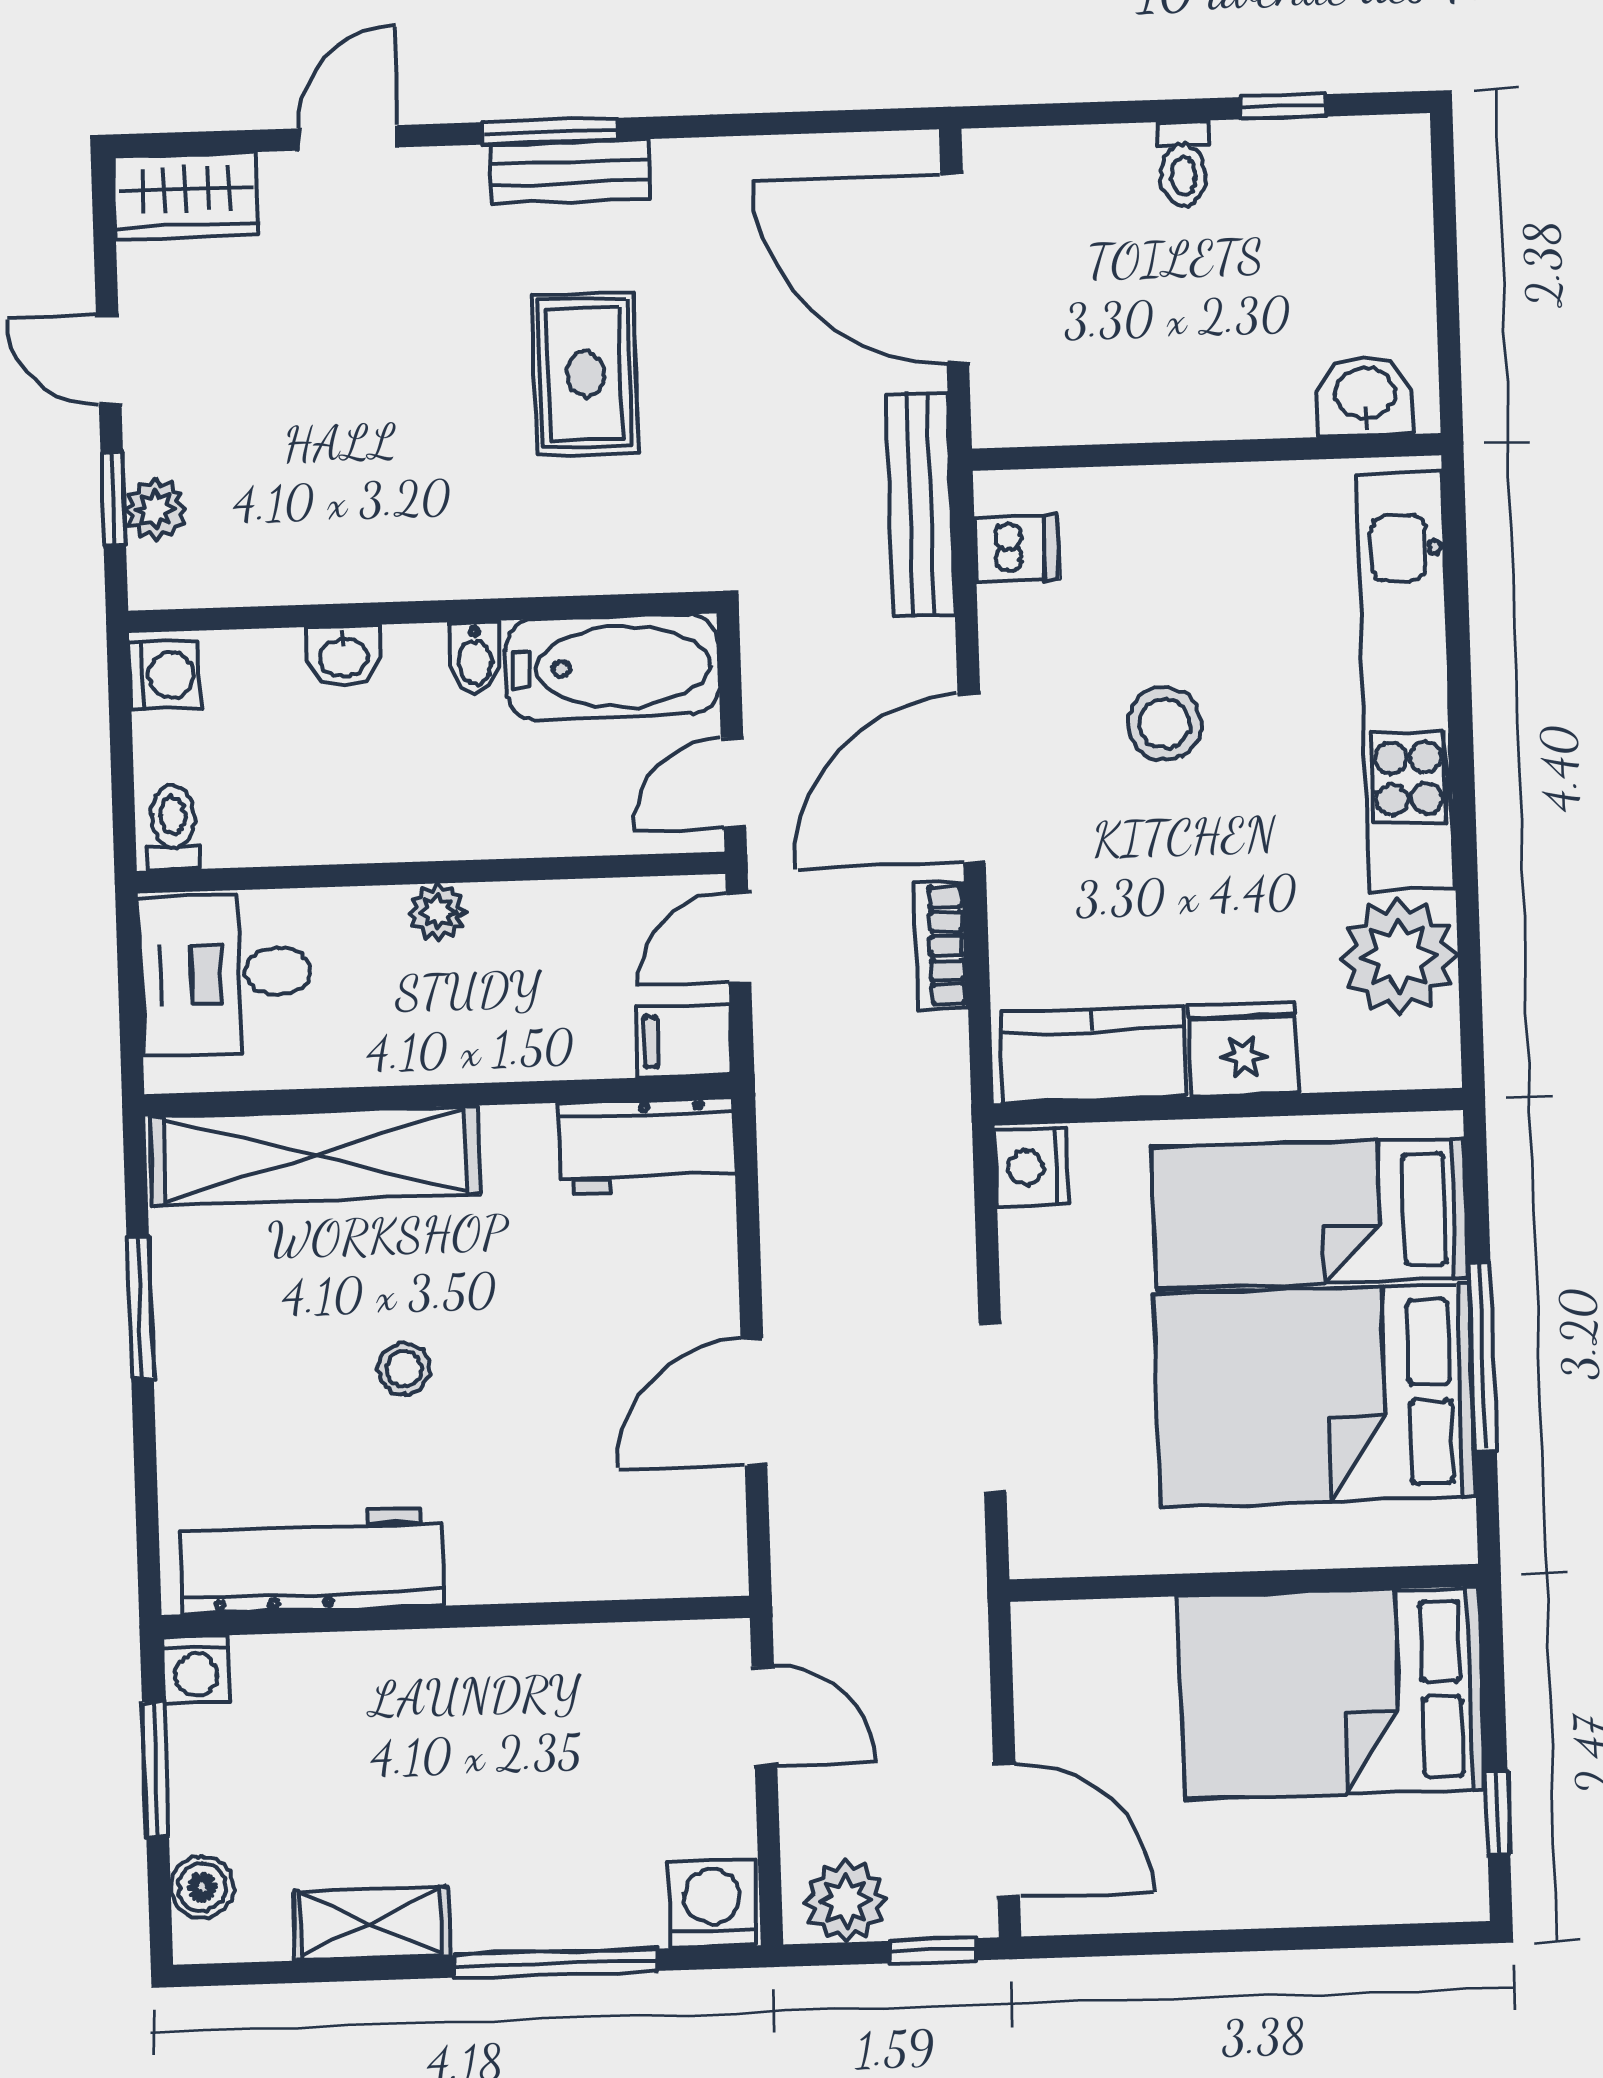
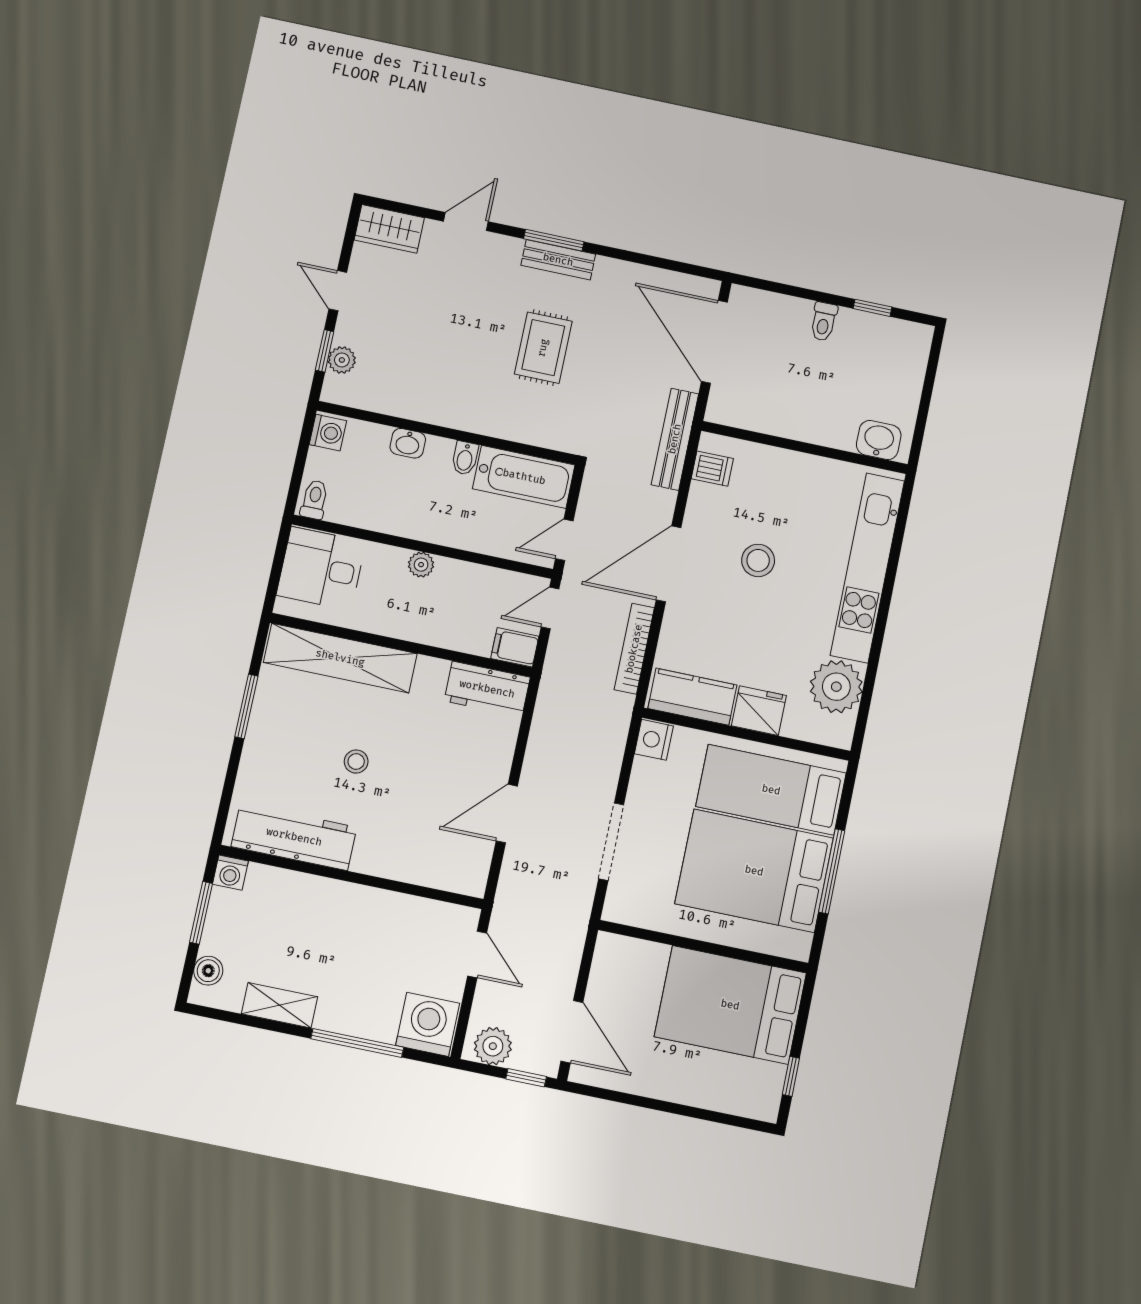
bookcase: (941, 946) -> (634, 649), width x1.56
washing machine: (712, 1904) -> (428, 1024), width x1.37, depth x1.37

